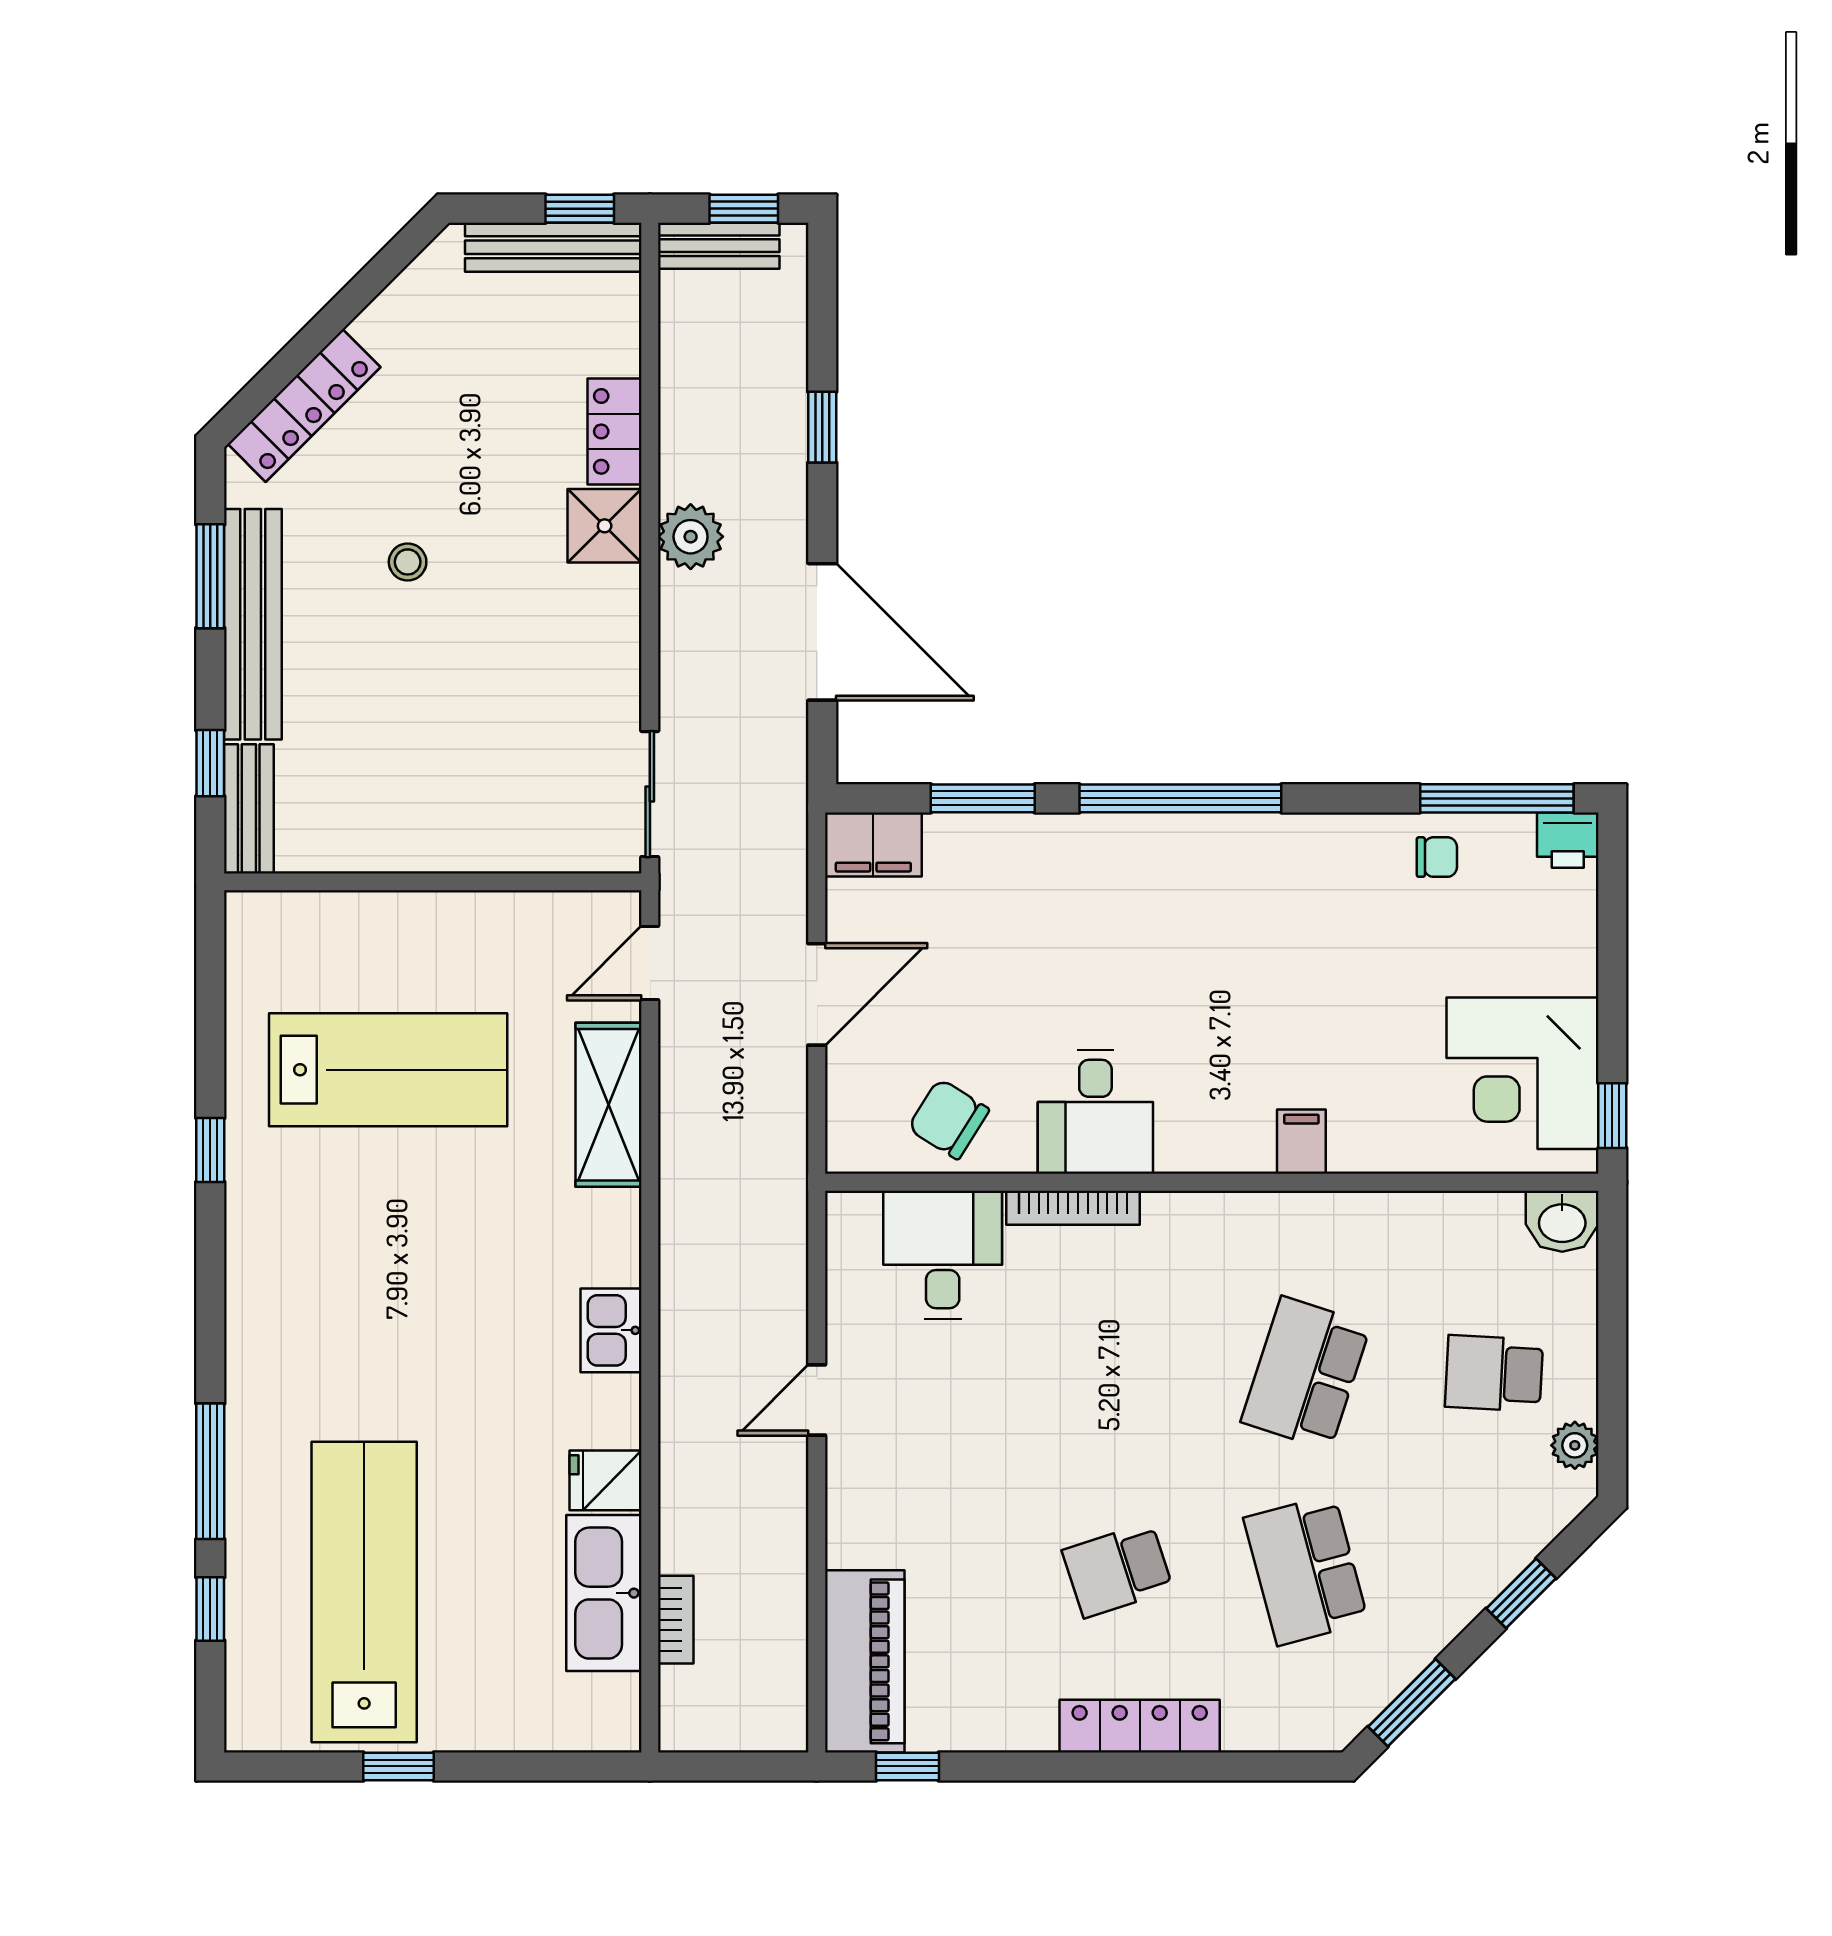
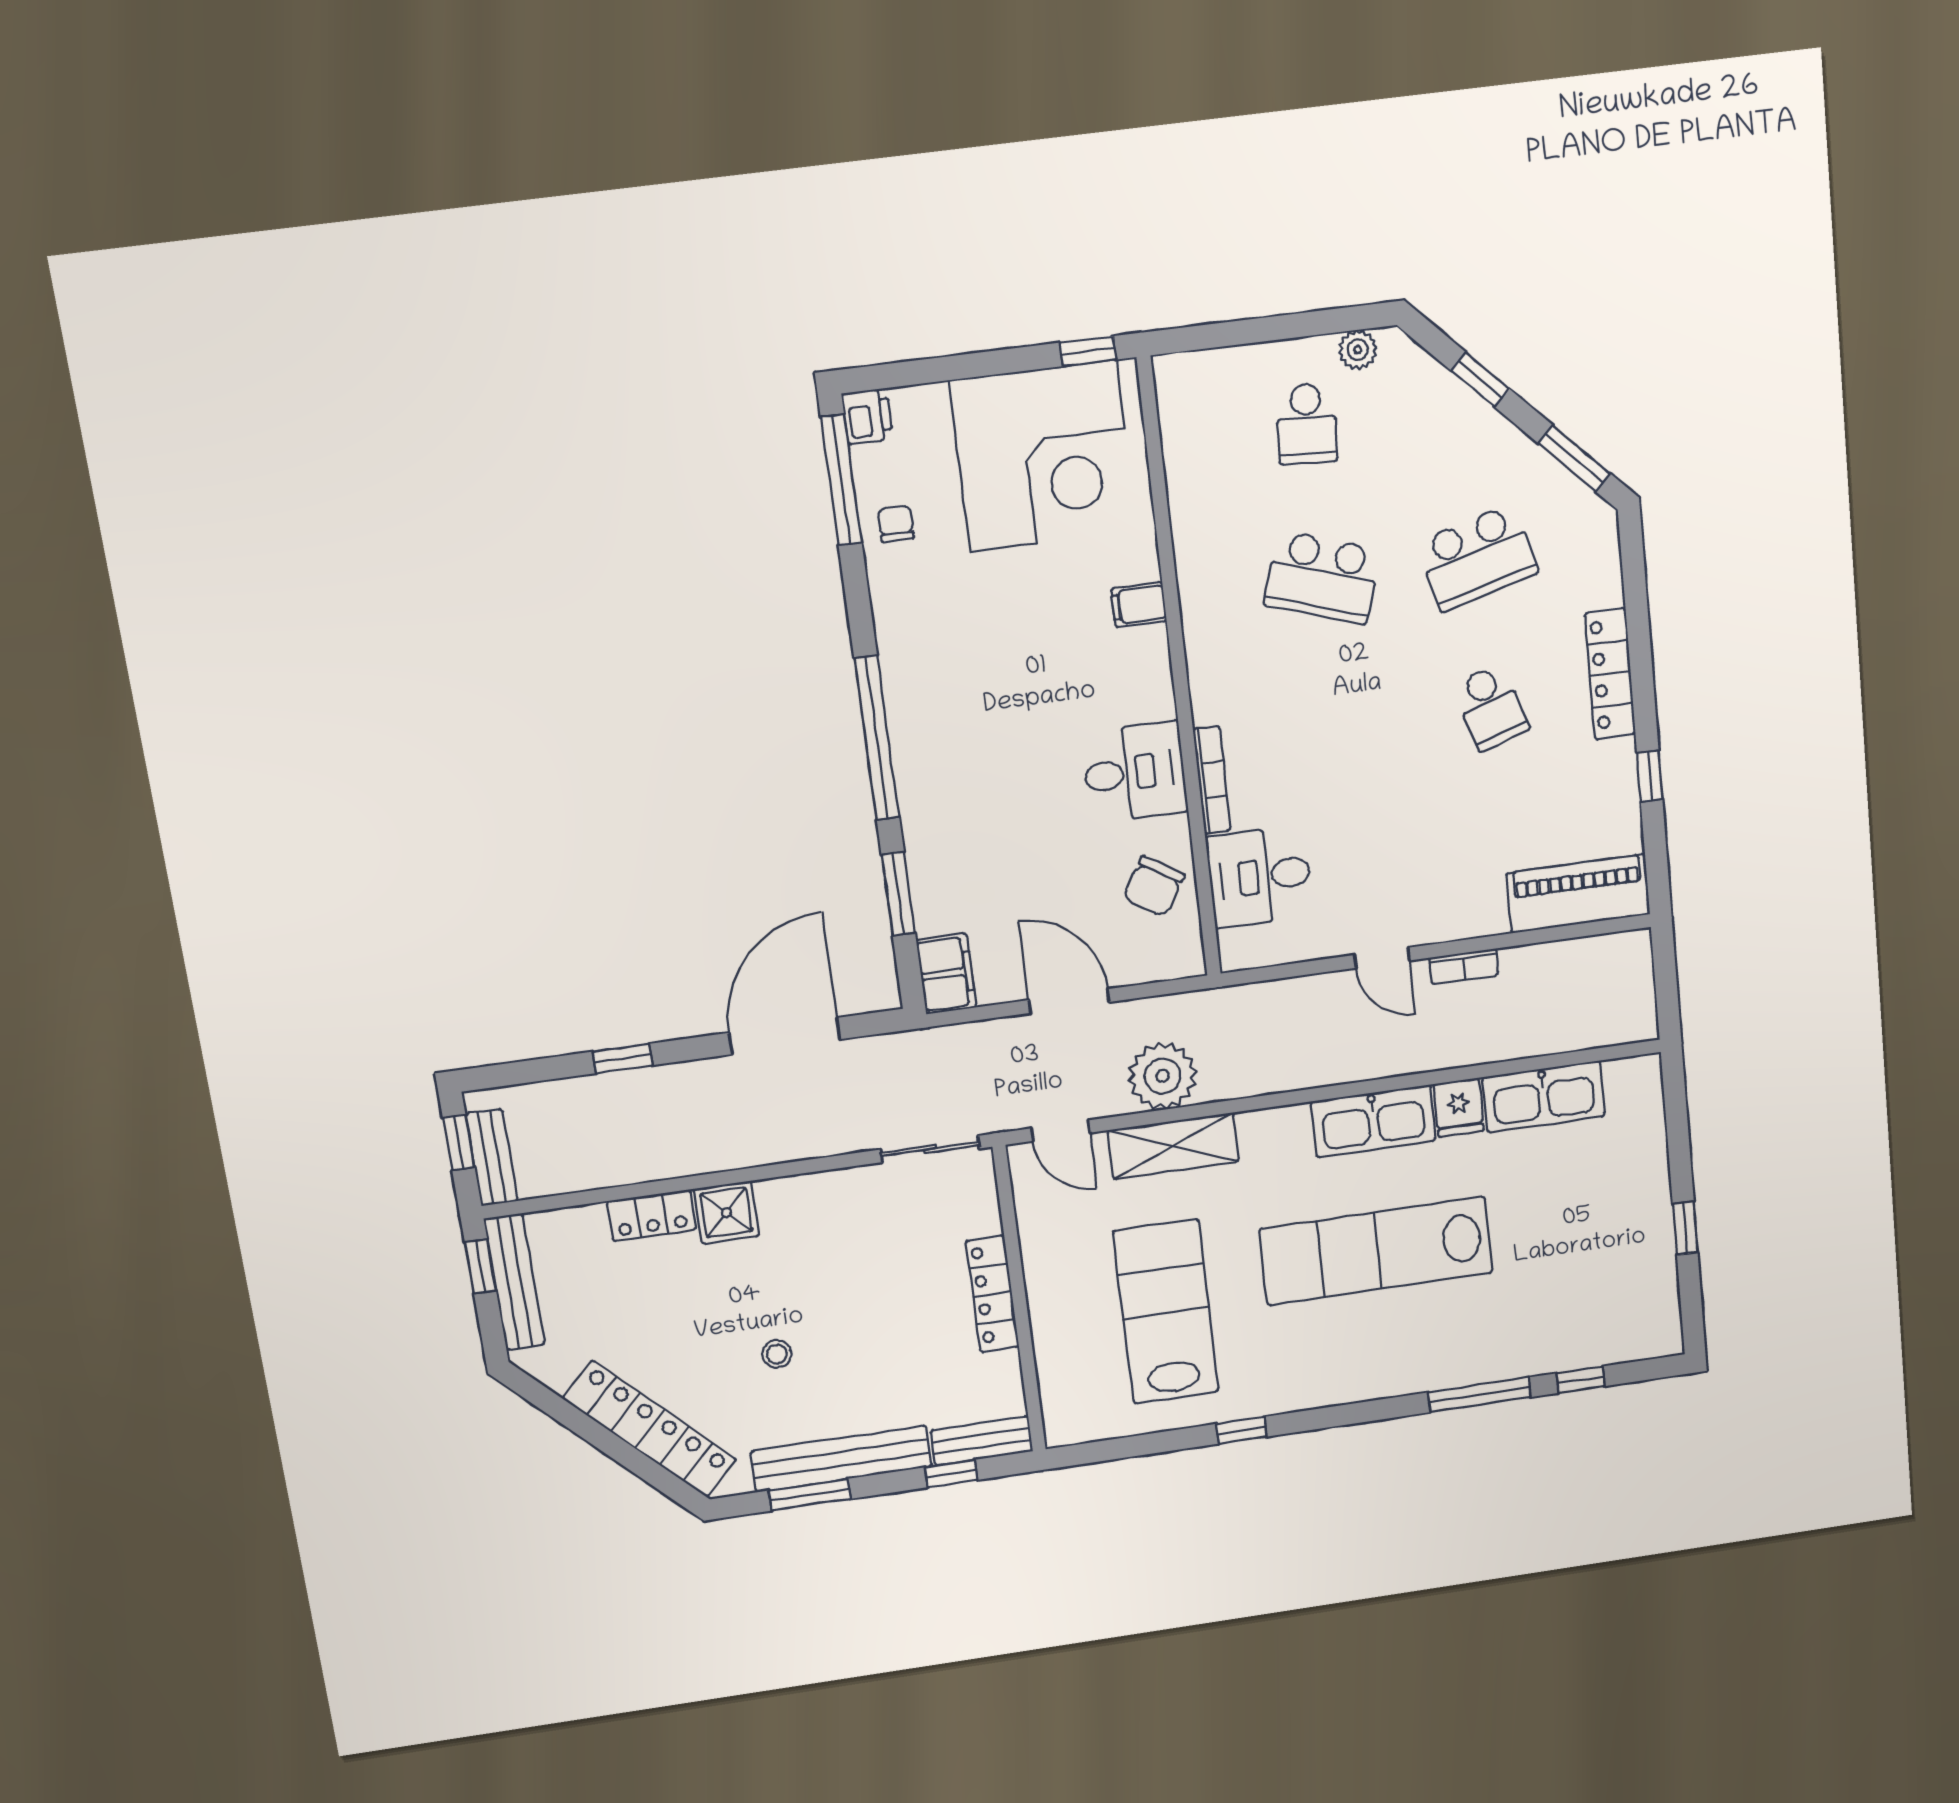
locker: (304, 406) -> (650, 1429), width x1.41, depth x1.21
plant: (691, 537) -> (1163, 1076), moved, width x1.36, depth x1.36
locker: (446, 848) -> (992, 1294), added
corner desk: (1522, 1073) -> (1043, 456), width x1.36, depth x1.36
washbasin: (1562, 1221) -> (1178, 383), removed
kitchen sink: (611, 1330) -> (1373, 1121), width x1.88, depth x1.24
lab bench: (364, 1592) -> (1376, 1251), moved
bookcase: (676, 1620) -> (1464, 966), moved, turned 180
window: (907, 1766) -> (1650, 776), moved

